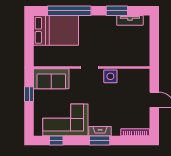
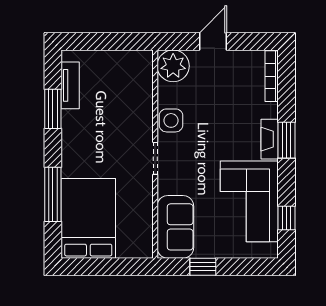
window: (69, 11) -> (53, 194), width x0.68
plant: (141, 78) -> (173, 66), added

